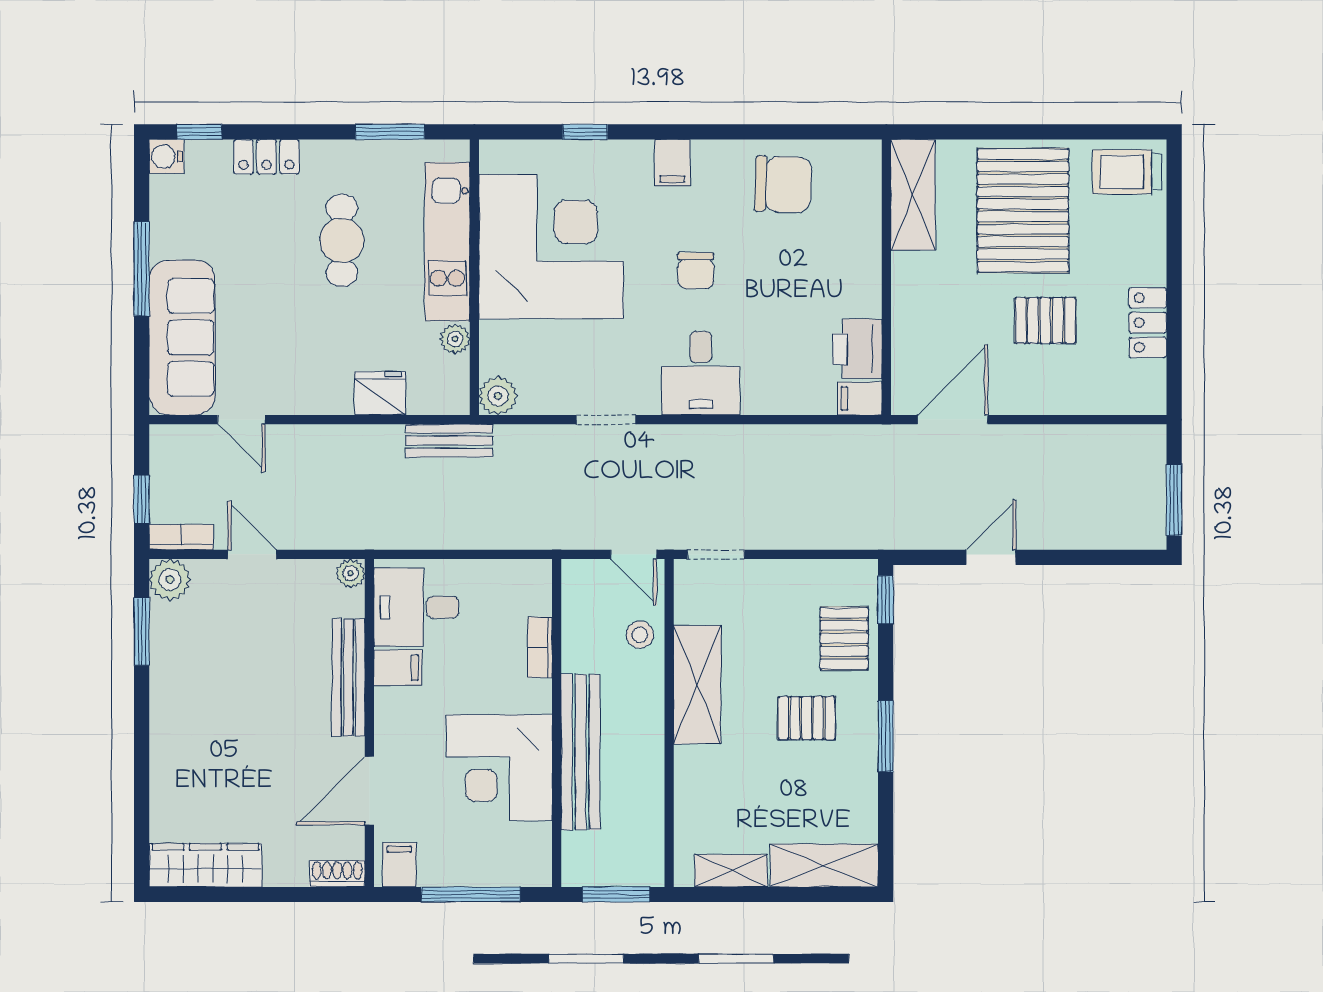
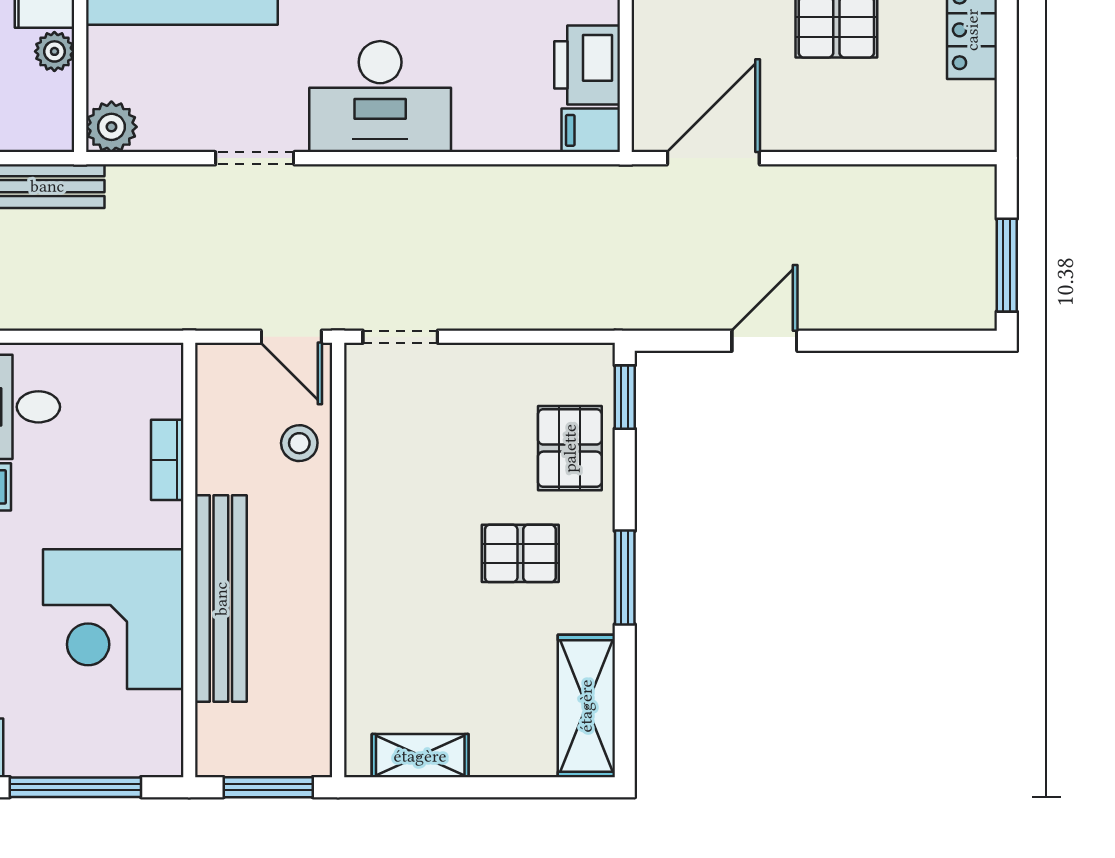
desk: (701, 373) -> (380, 97), width x1.37
shelving: (697, 685) -> (375, 509), removed
shelving: (824, 865) -> (586, 706), moved, turned 90

